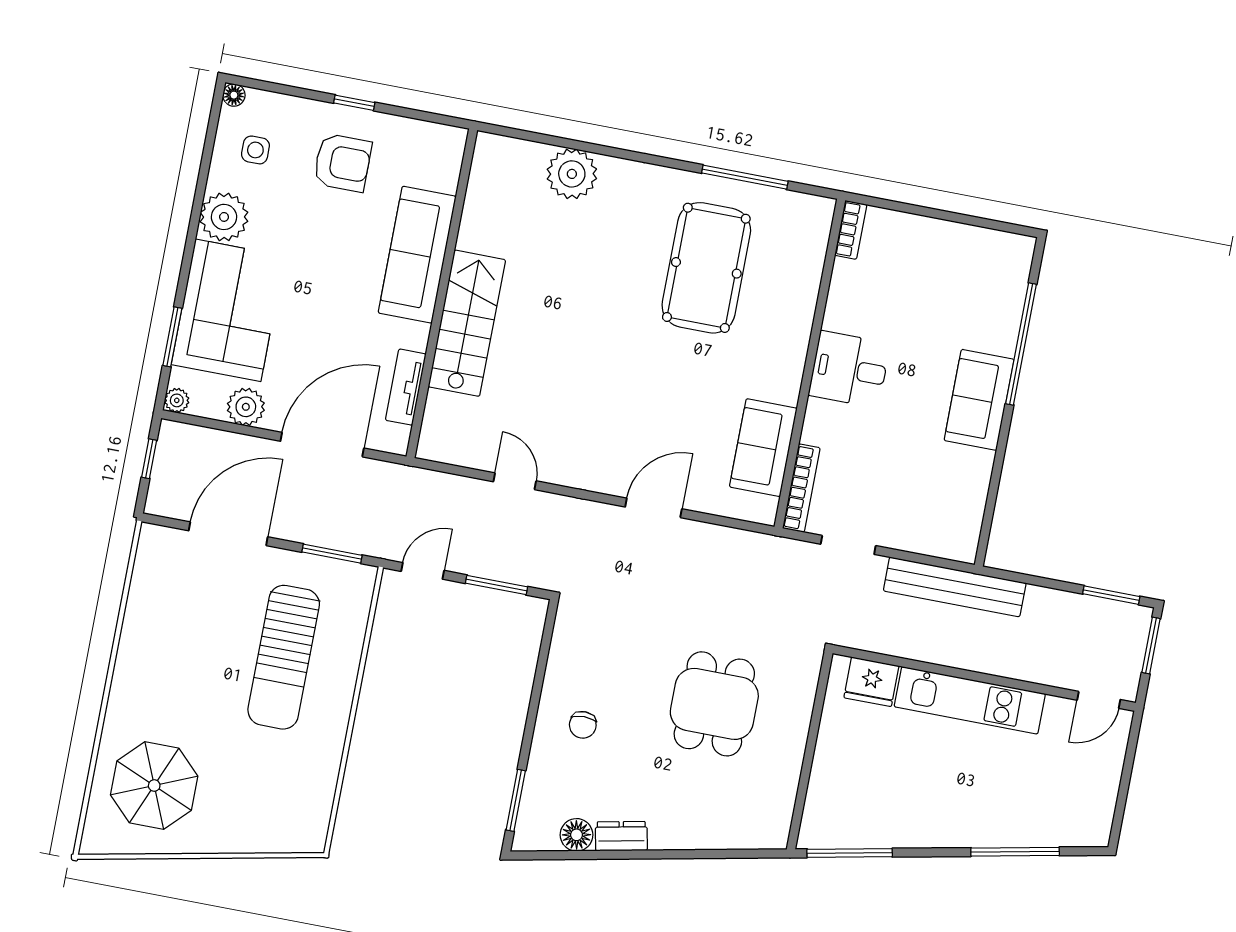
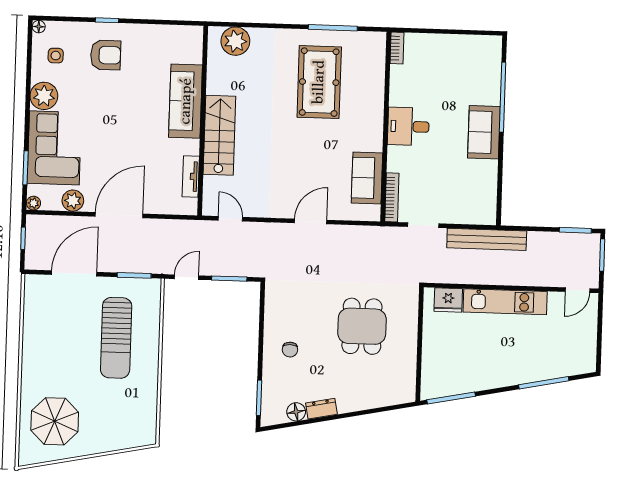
sofa: (417, 255) -> (186, 101), moved
wall: (442, 293) -> (203, 121), moved
stairs: (467, 323) -> (219, 135), moved
tv unit: (406, 387) -> (191, 176), moved

